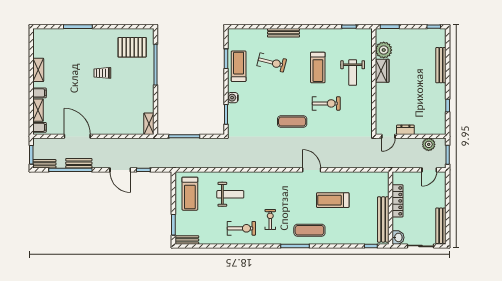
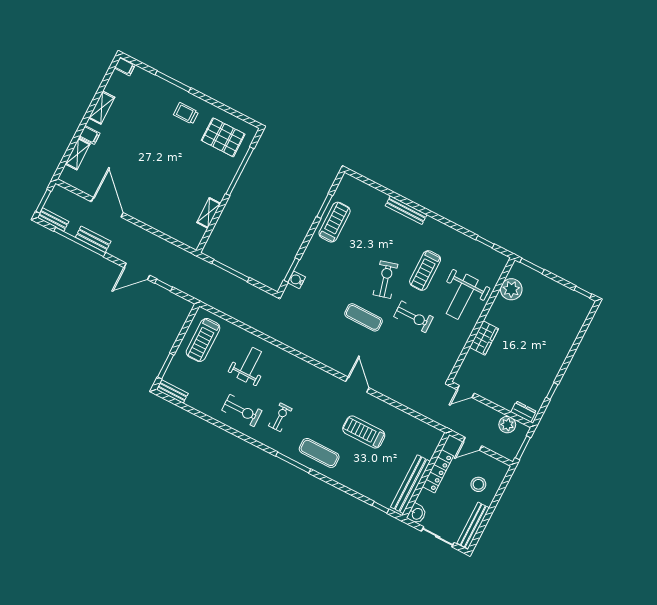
exercise bike: (272, 62) -> (385, 280), moved, turned -119
bench: (441, 65) -> (568, 341), removed
wardrobe: (382, 71) -> (484, 338), moved
trolley: (102, 73) -> (186, 113), moved
weight bench: (353, 73) -> (462, 297), width x1.36, depth x1.33
water cooler: (233, 98) -> (297, 280), moved
shelving: (149, 124) -> (209, 213), moved
filing cabinet: (40, 127) -> (125, 66), moved
dresser: (405, 130) -> (524, 412), moved
door: (120, 170) -> (137, 271), hinge flipped
door: (429, 170) -> (472, 444), moved
weight bench: (230, 194) -> (249, 365), turned -90
stool: (430, 196) -> (478, 484), added

